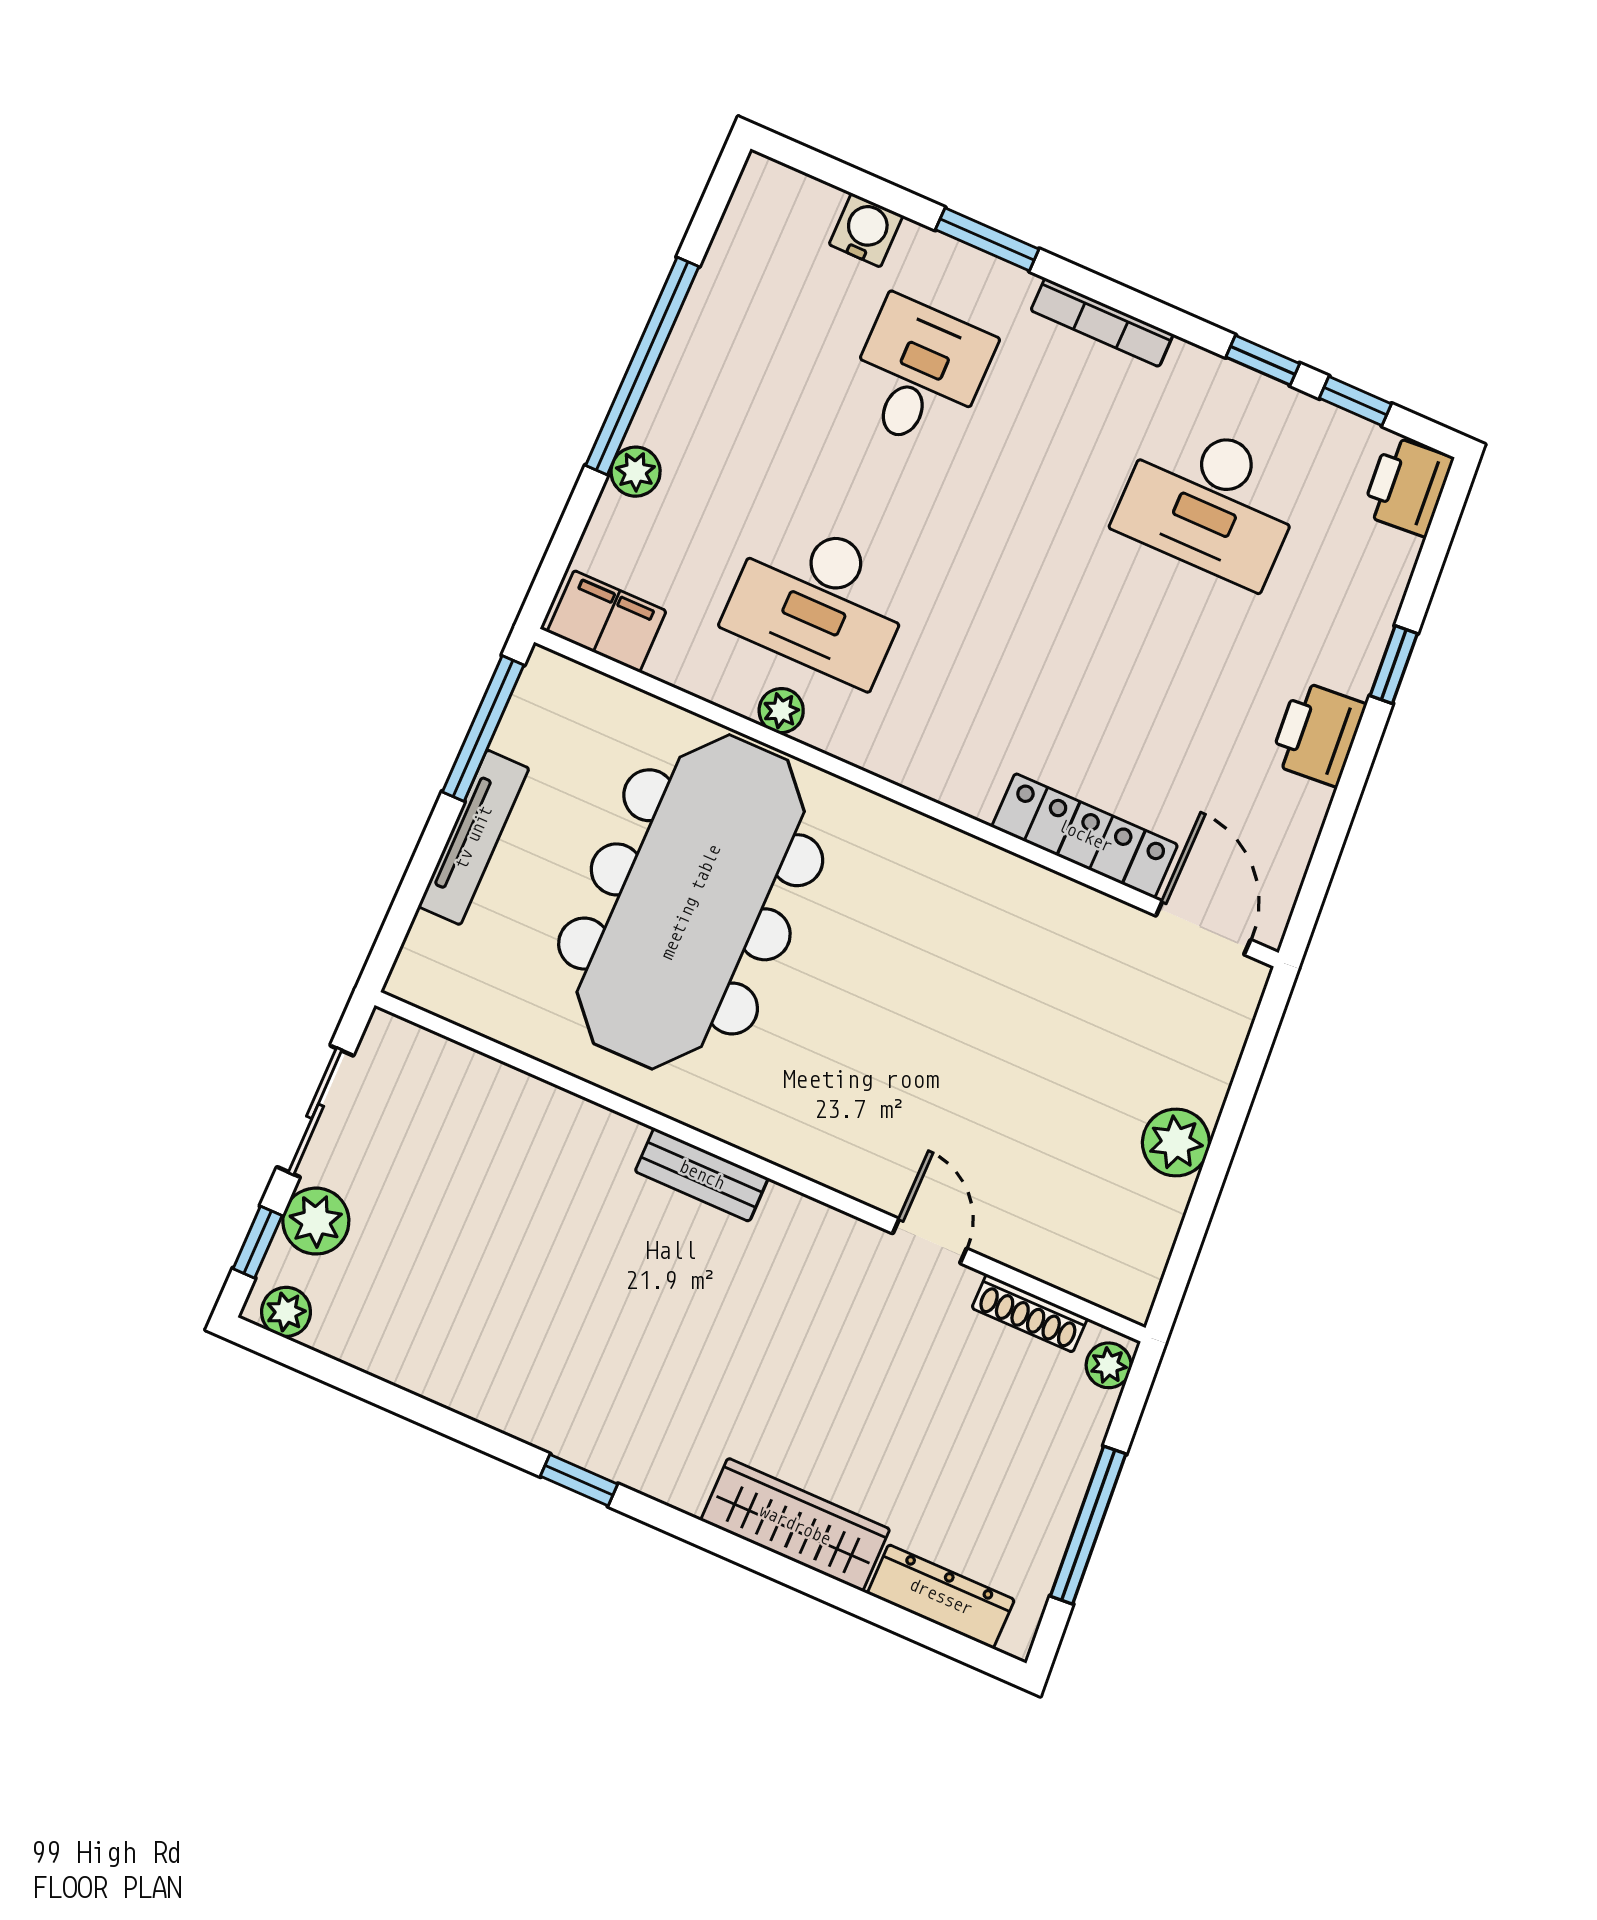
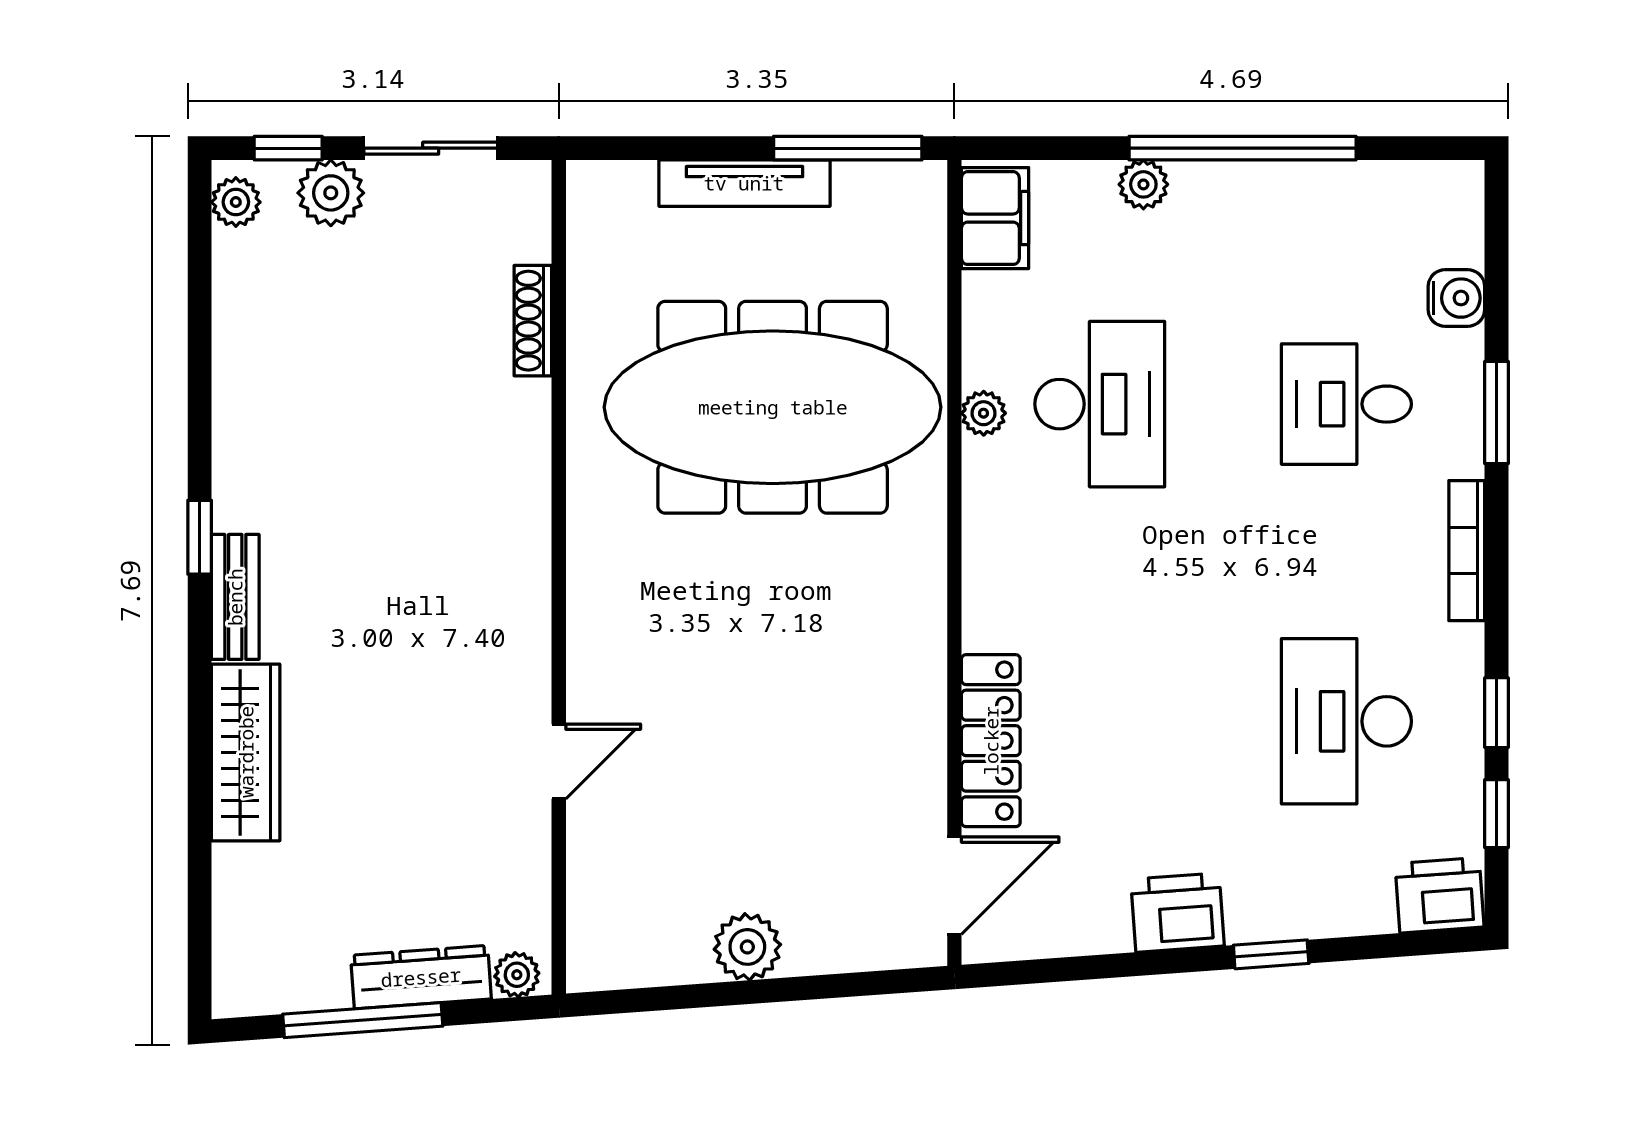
desk: (919, 374) -> (1346, 404), turned 180
desk: (820, 600) -> (1100, 404), turned 180
bench: (702, 1175) -> (235, 597), moved
shoe rack: (1030, 1313) -> (533, 321), moved
dresser: (941, 1597) -> (421, 977), moved, turned -94

